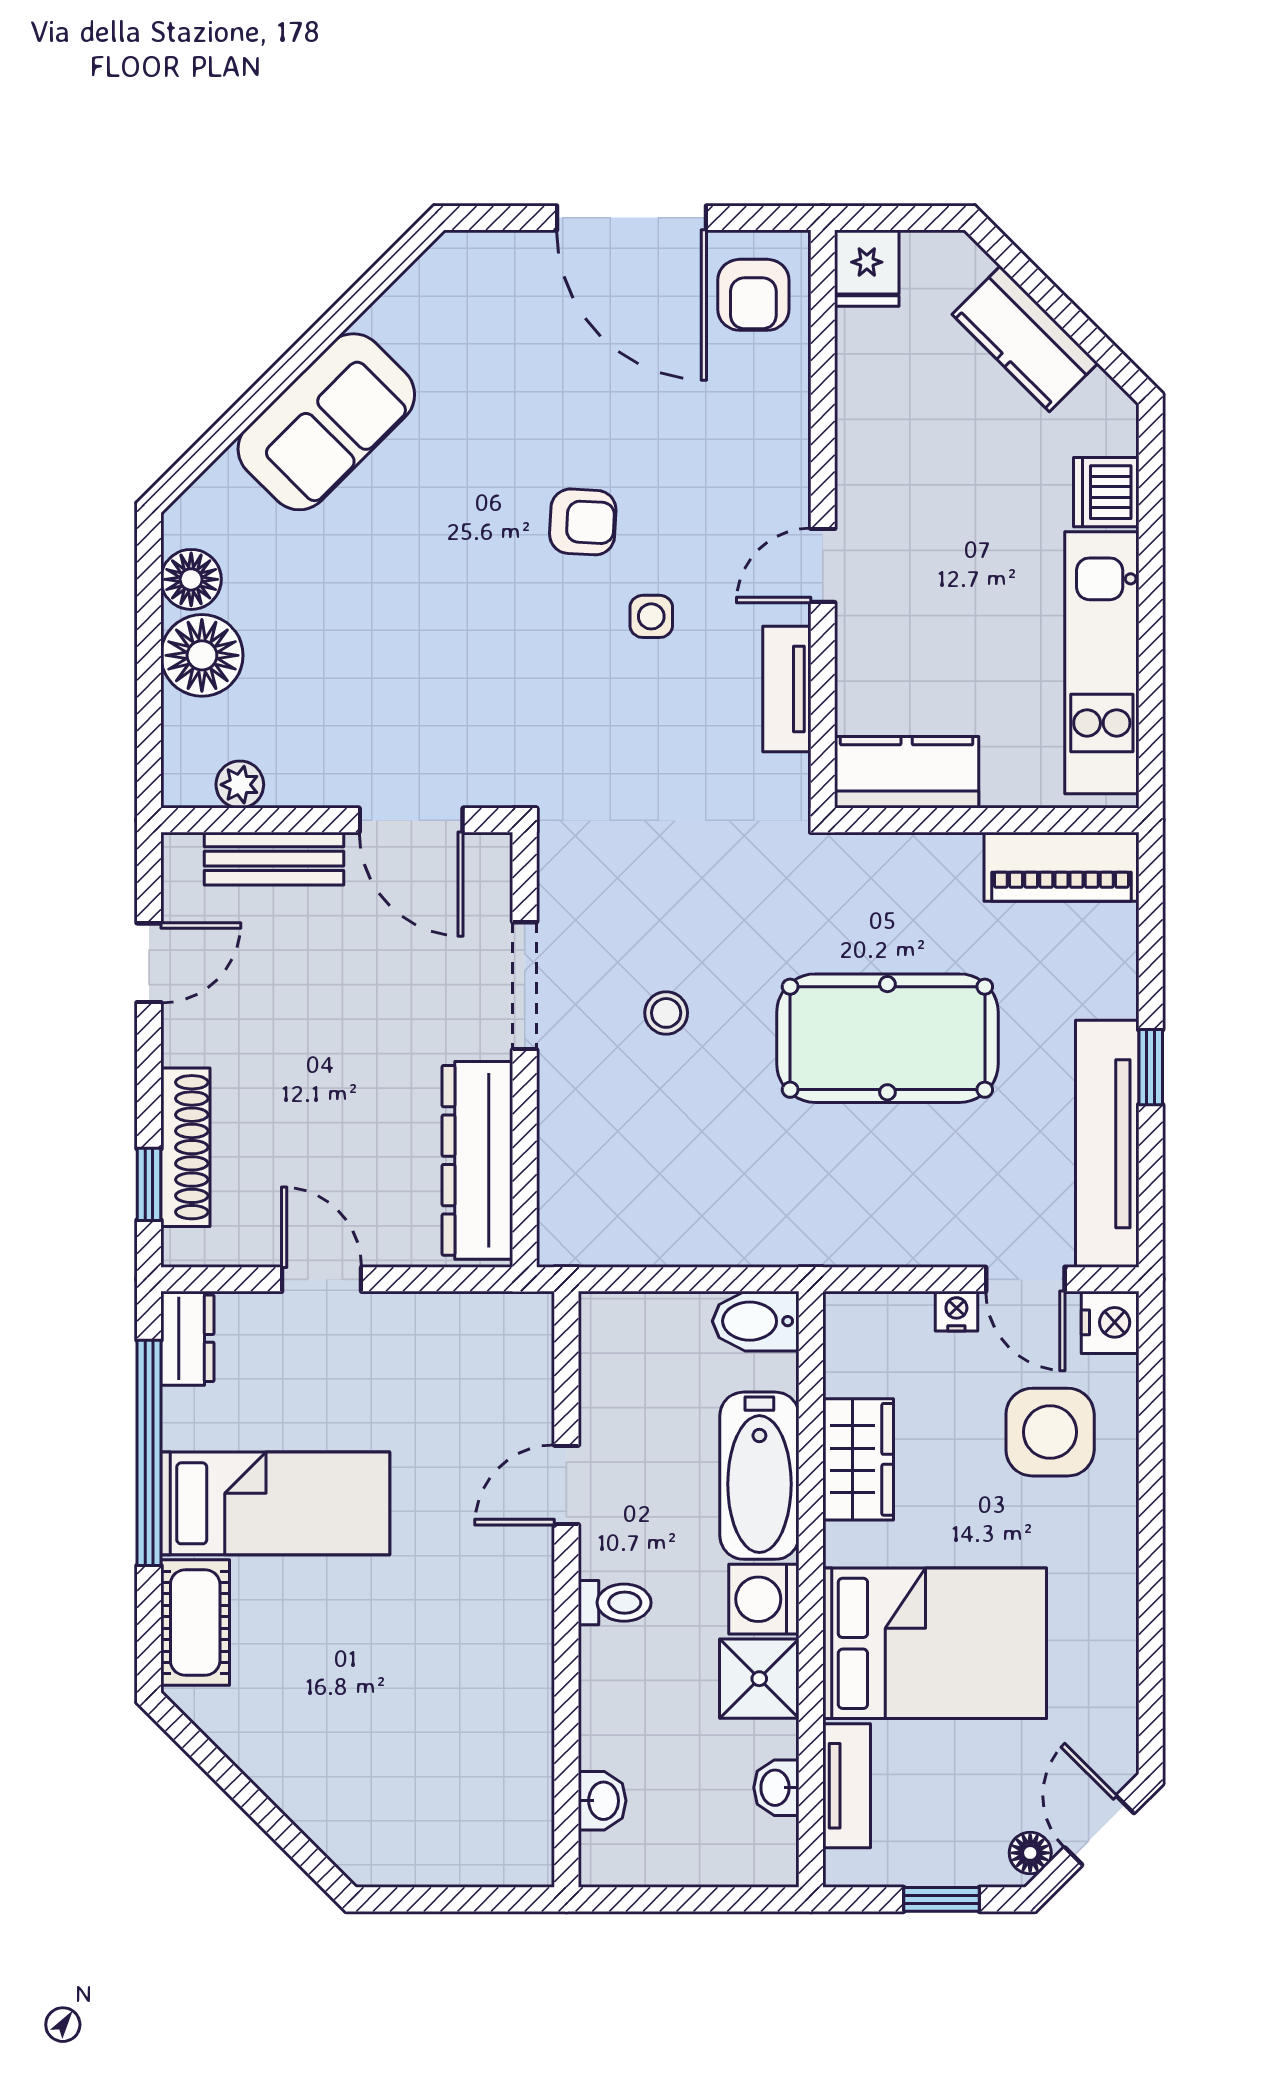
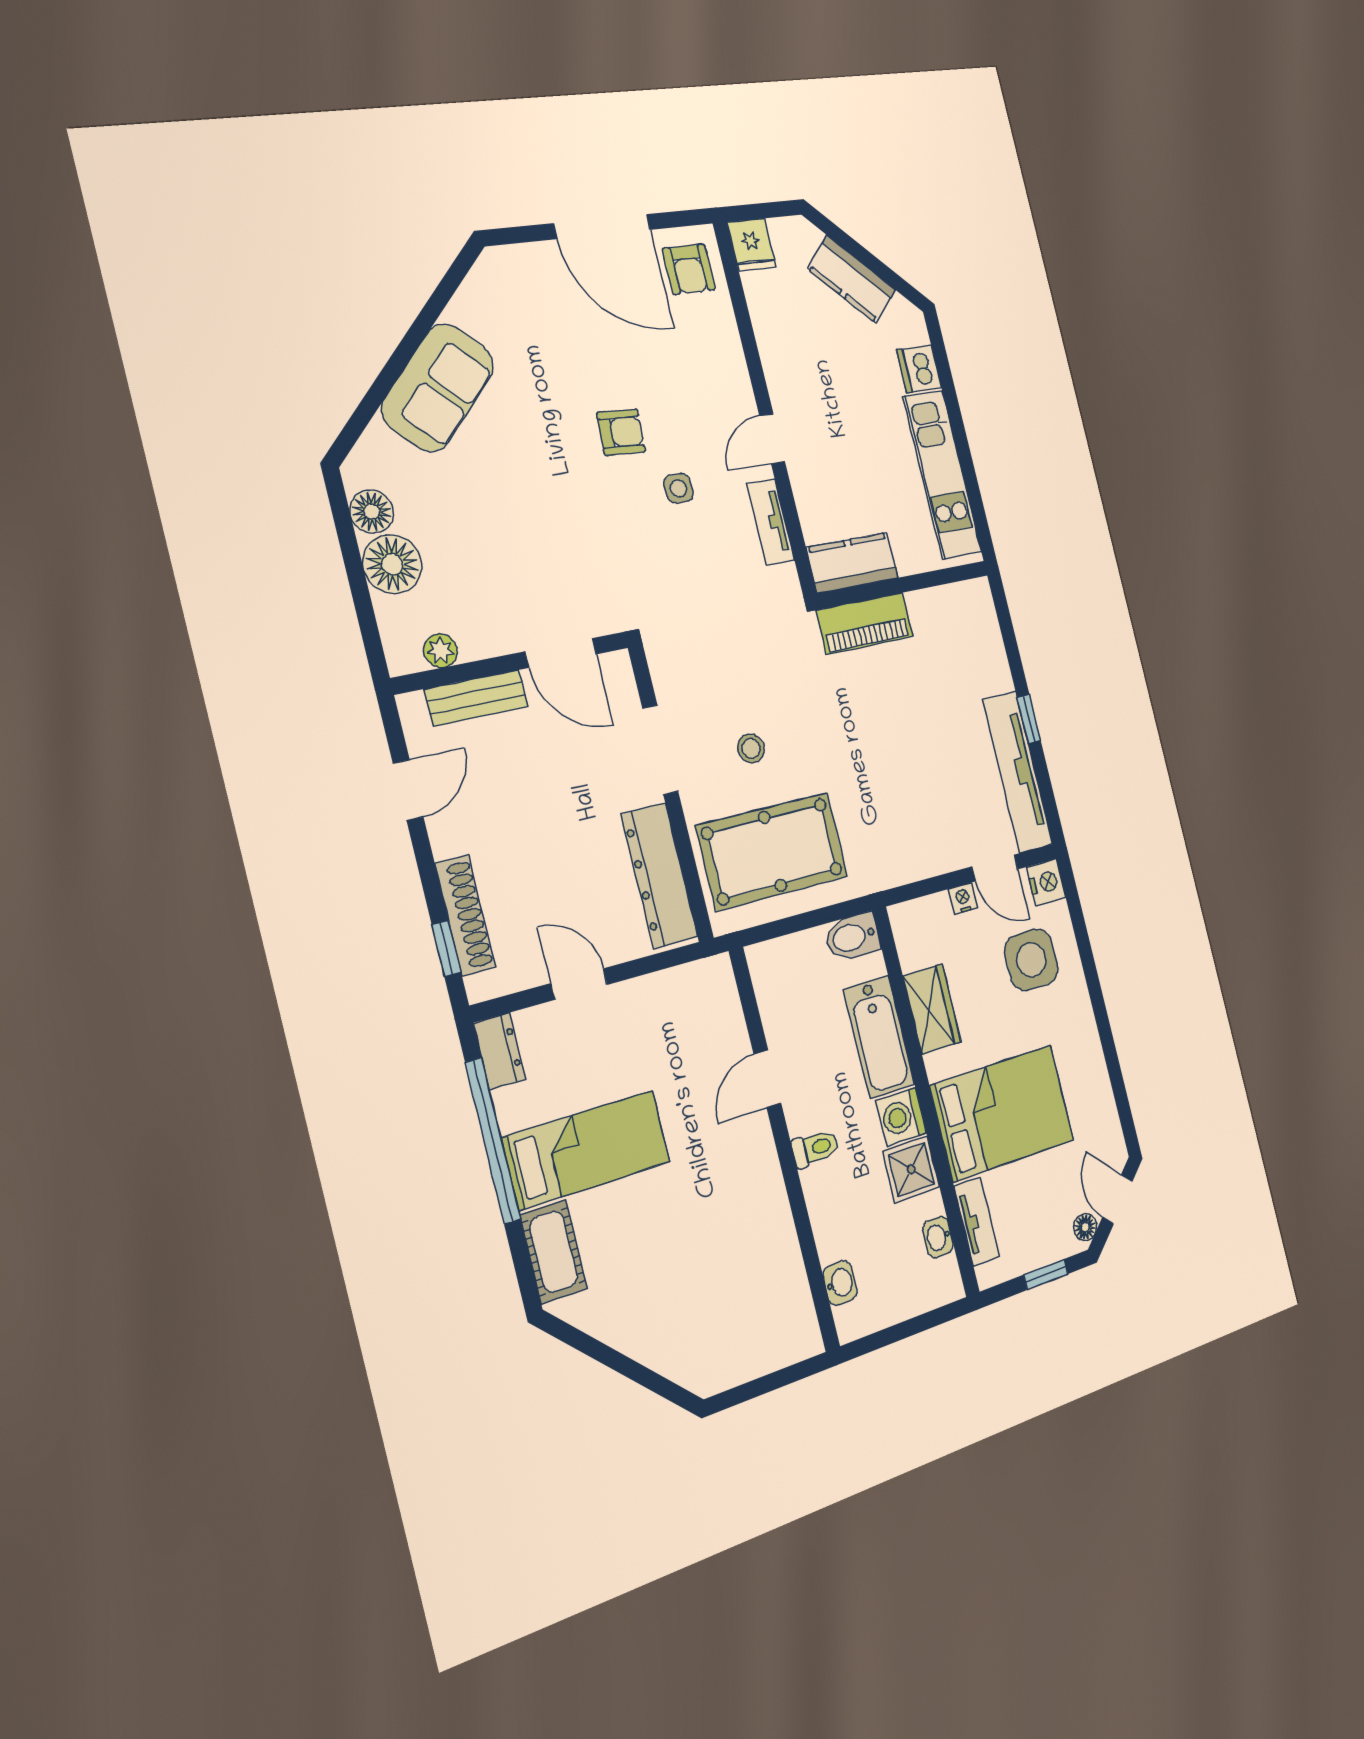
piano: (1061, 867) -> (865, 623), moved
pool table: (887, 1038) -> (772, 851), moved

